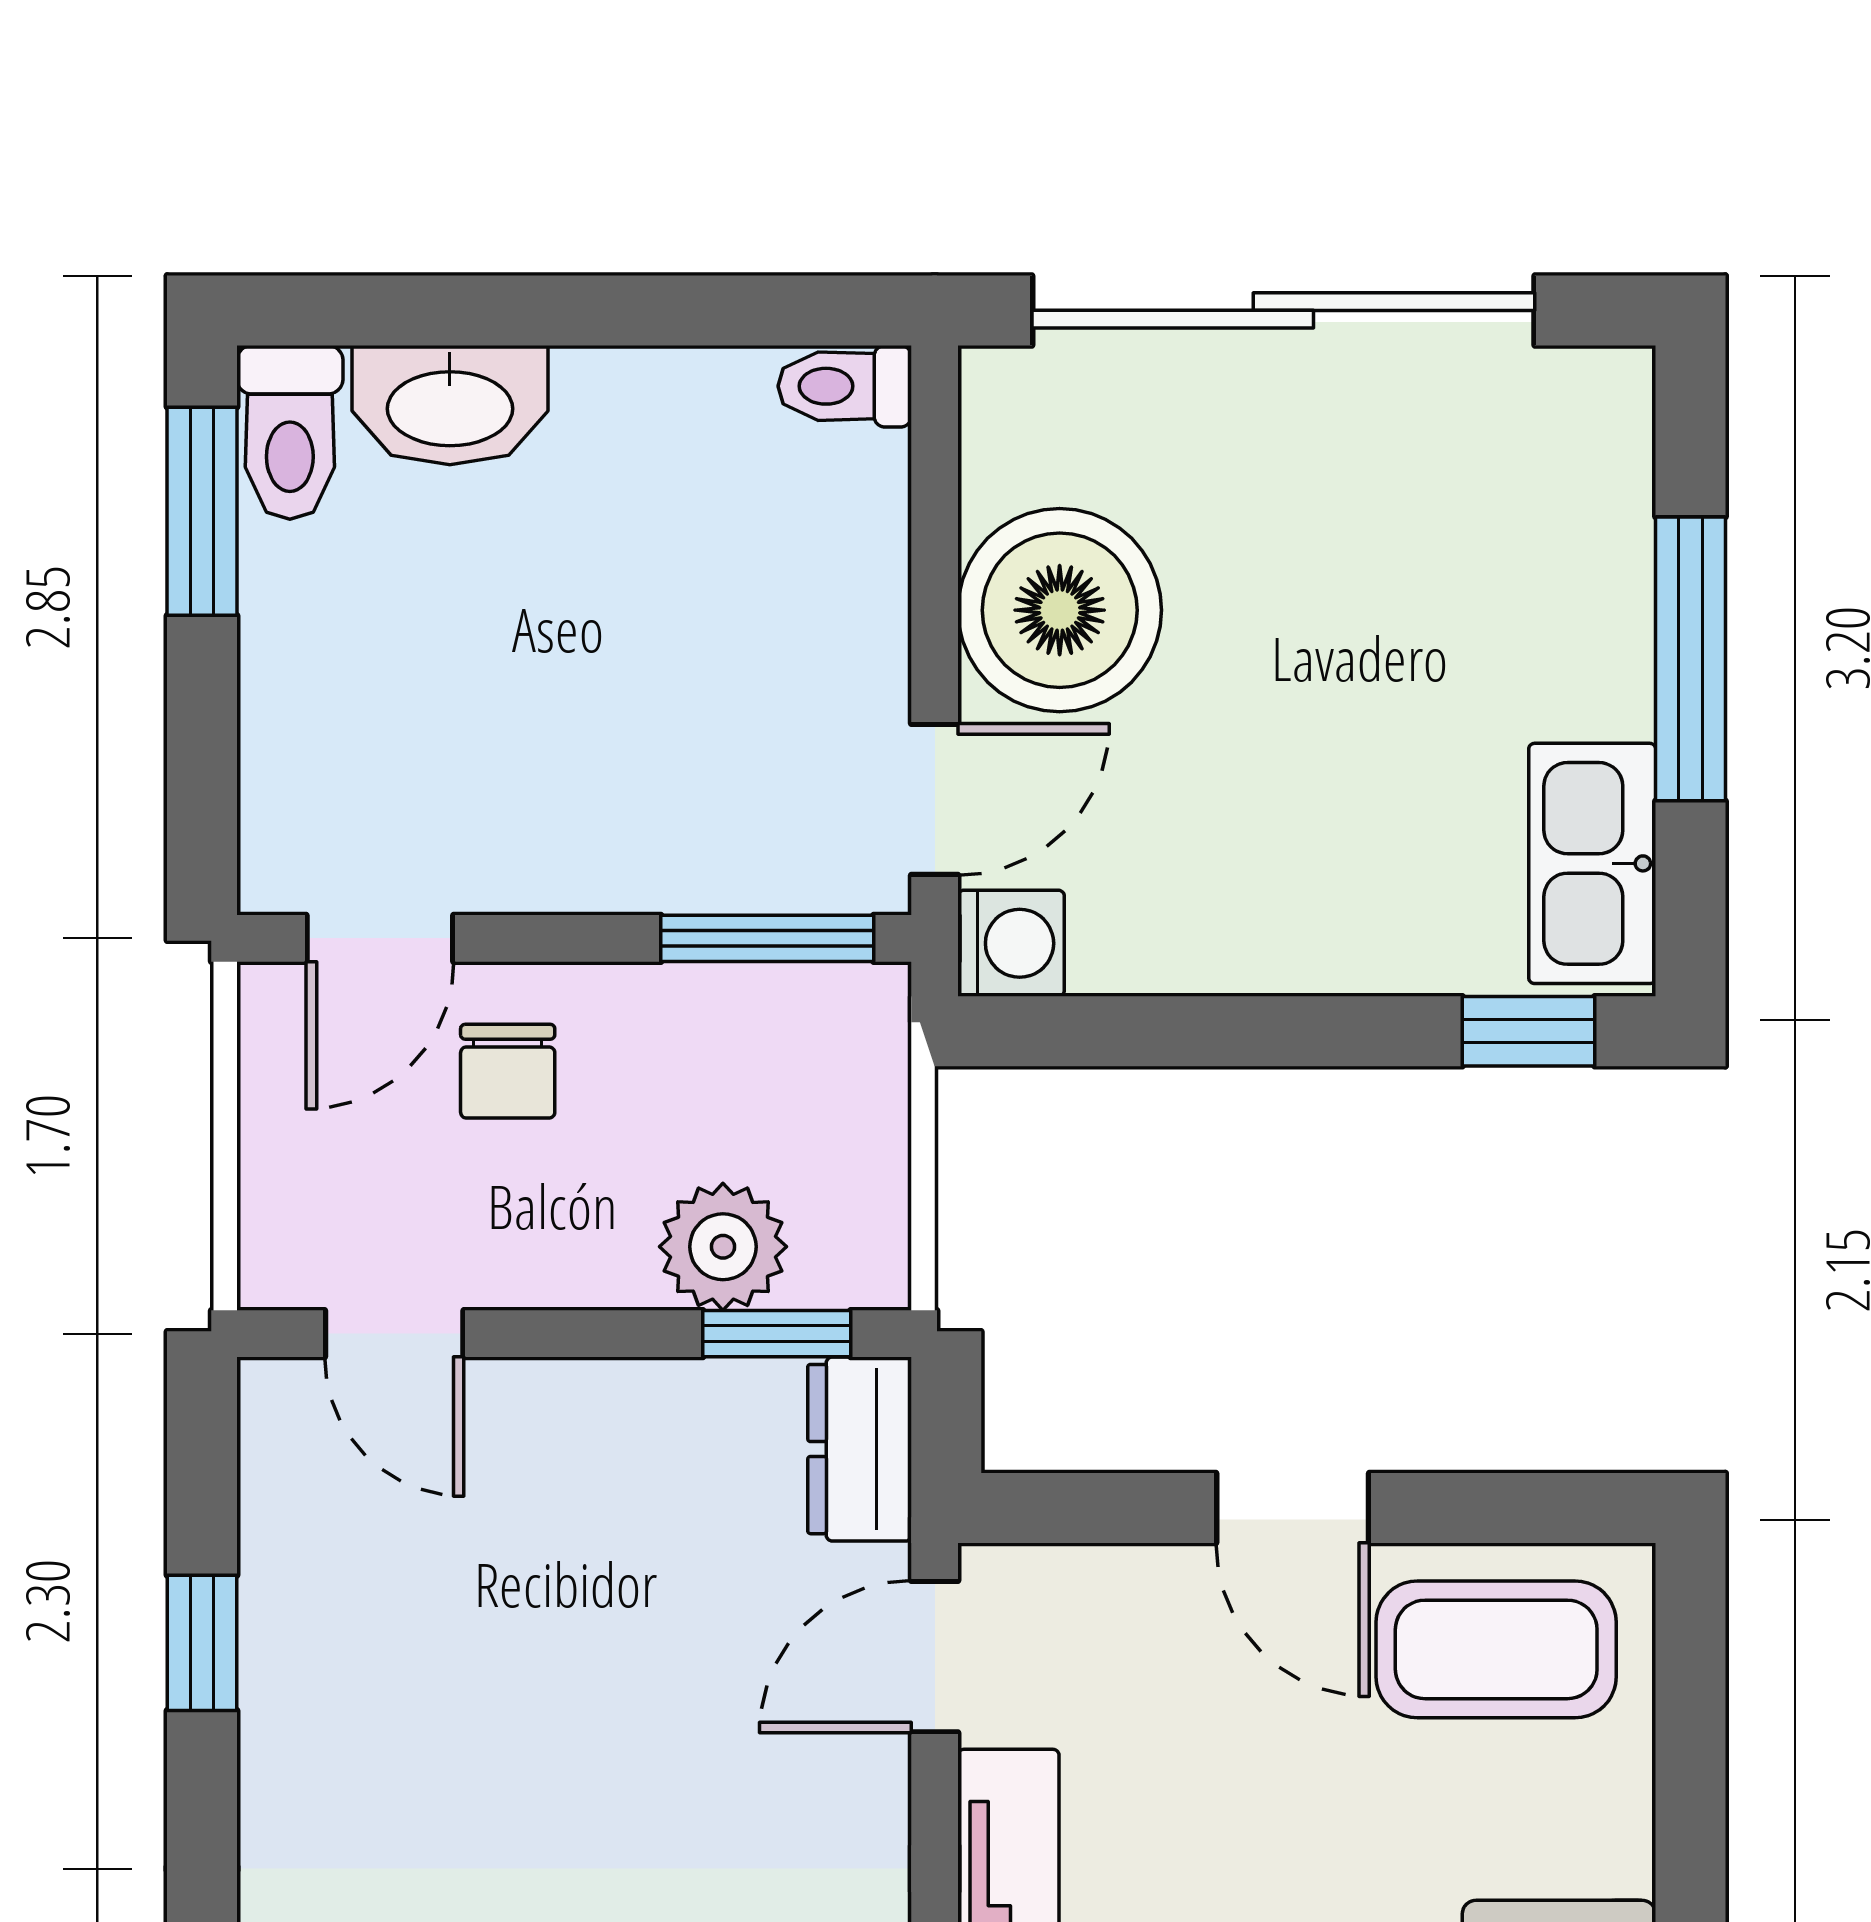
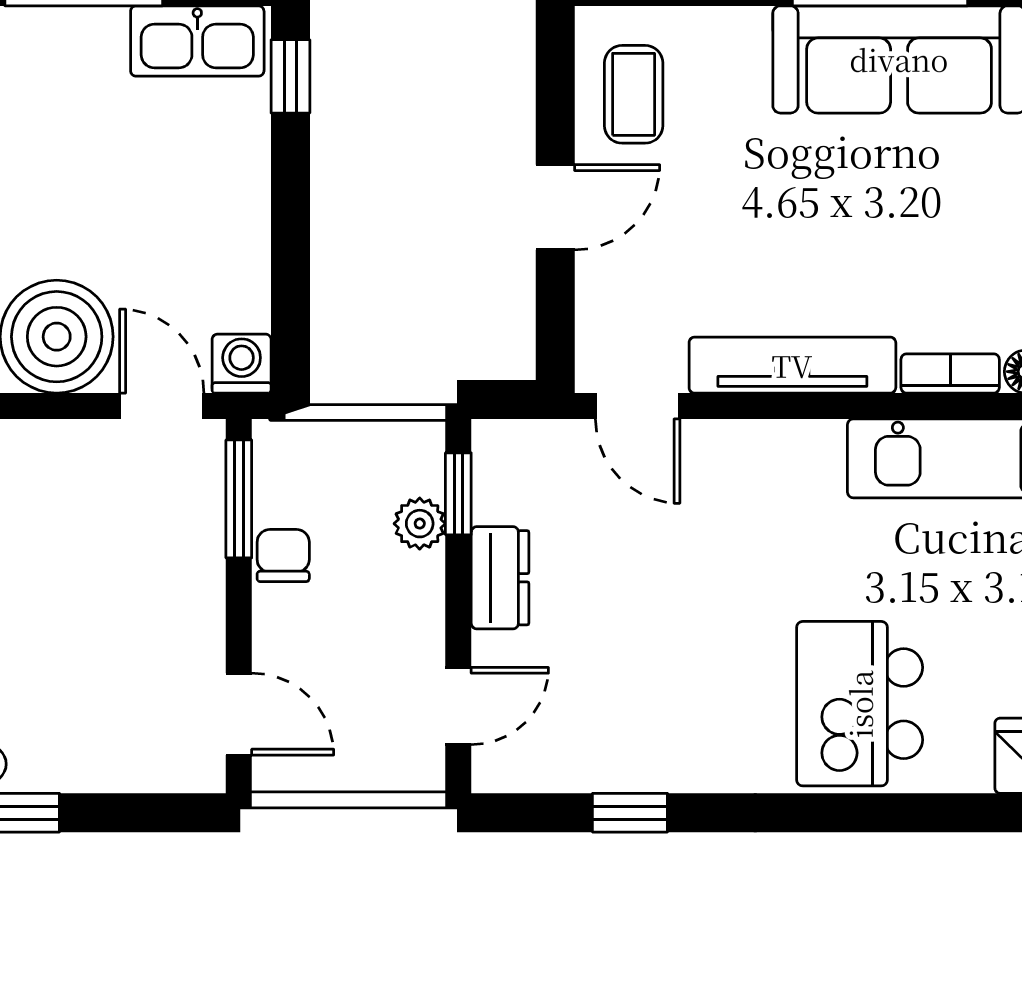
chair: (508, 1071) -> (283, 556), moved, turned -90
plant: (723, 1247) -> (420, 524), width x0.73, depth x0.73
dresser: (860, 1449) -> (500, 578), moved, turned -90
coffee table: (1496, 1649) -> (634, 94), width x0.73, depth x0.77

